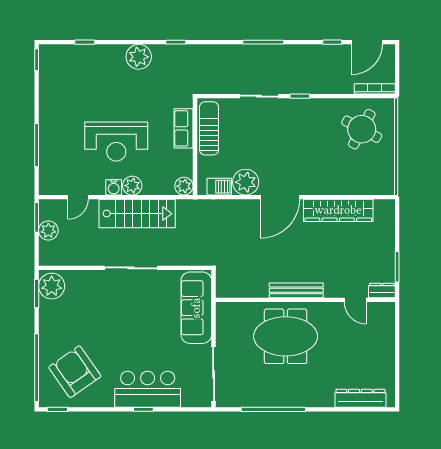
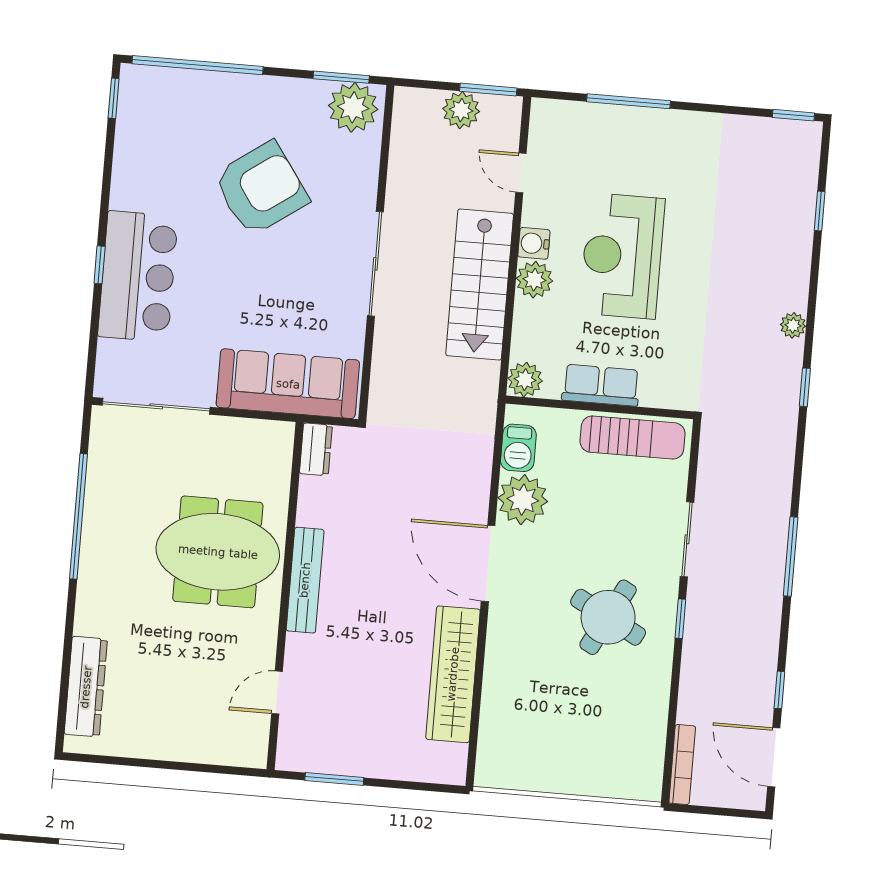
plant: (139, 57) -> (793, 325), width x0.53, depth x0.53
row of seats: (184, 128) -> (601, 385), moved
round table: (362, 129) -> (608, 617), moved
dresser: (382, 290) -> (316, 449), moved
meeting table: (286, 336) -> (218, 552), turned 90
armchair: (75, 372) -> (261, 189), moved

